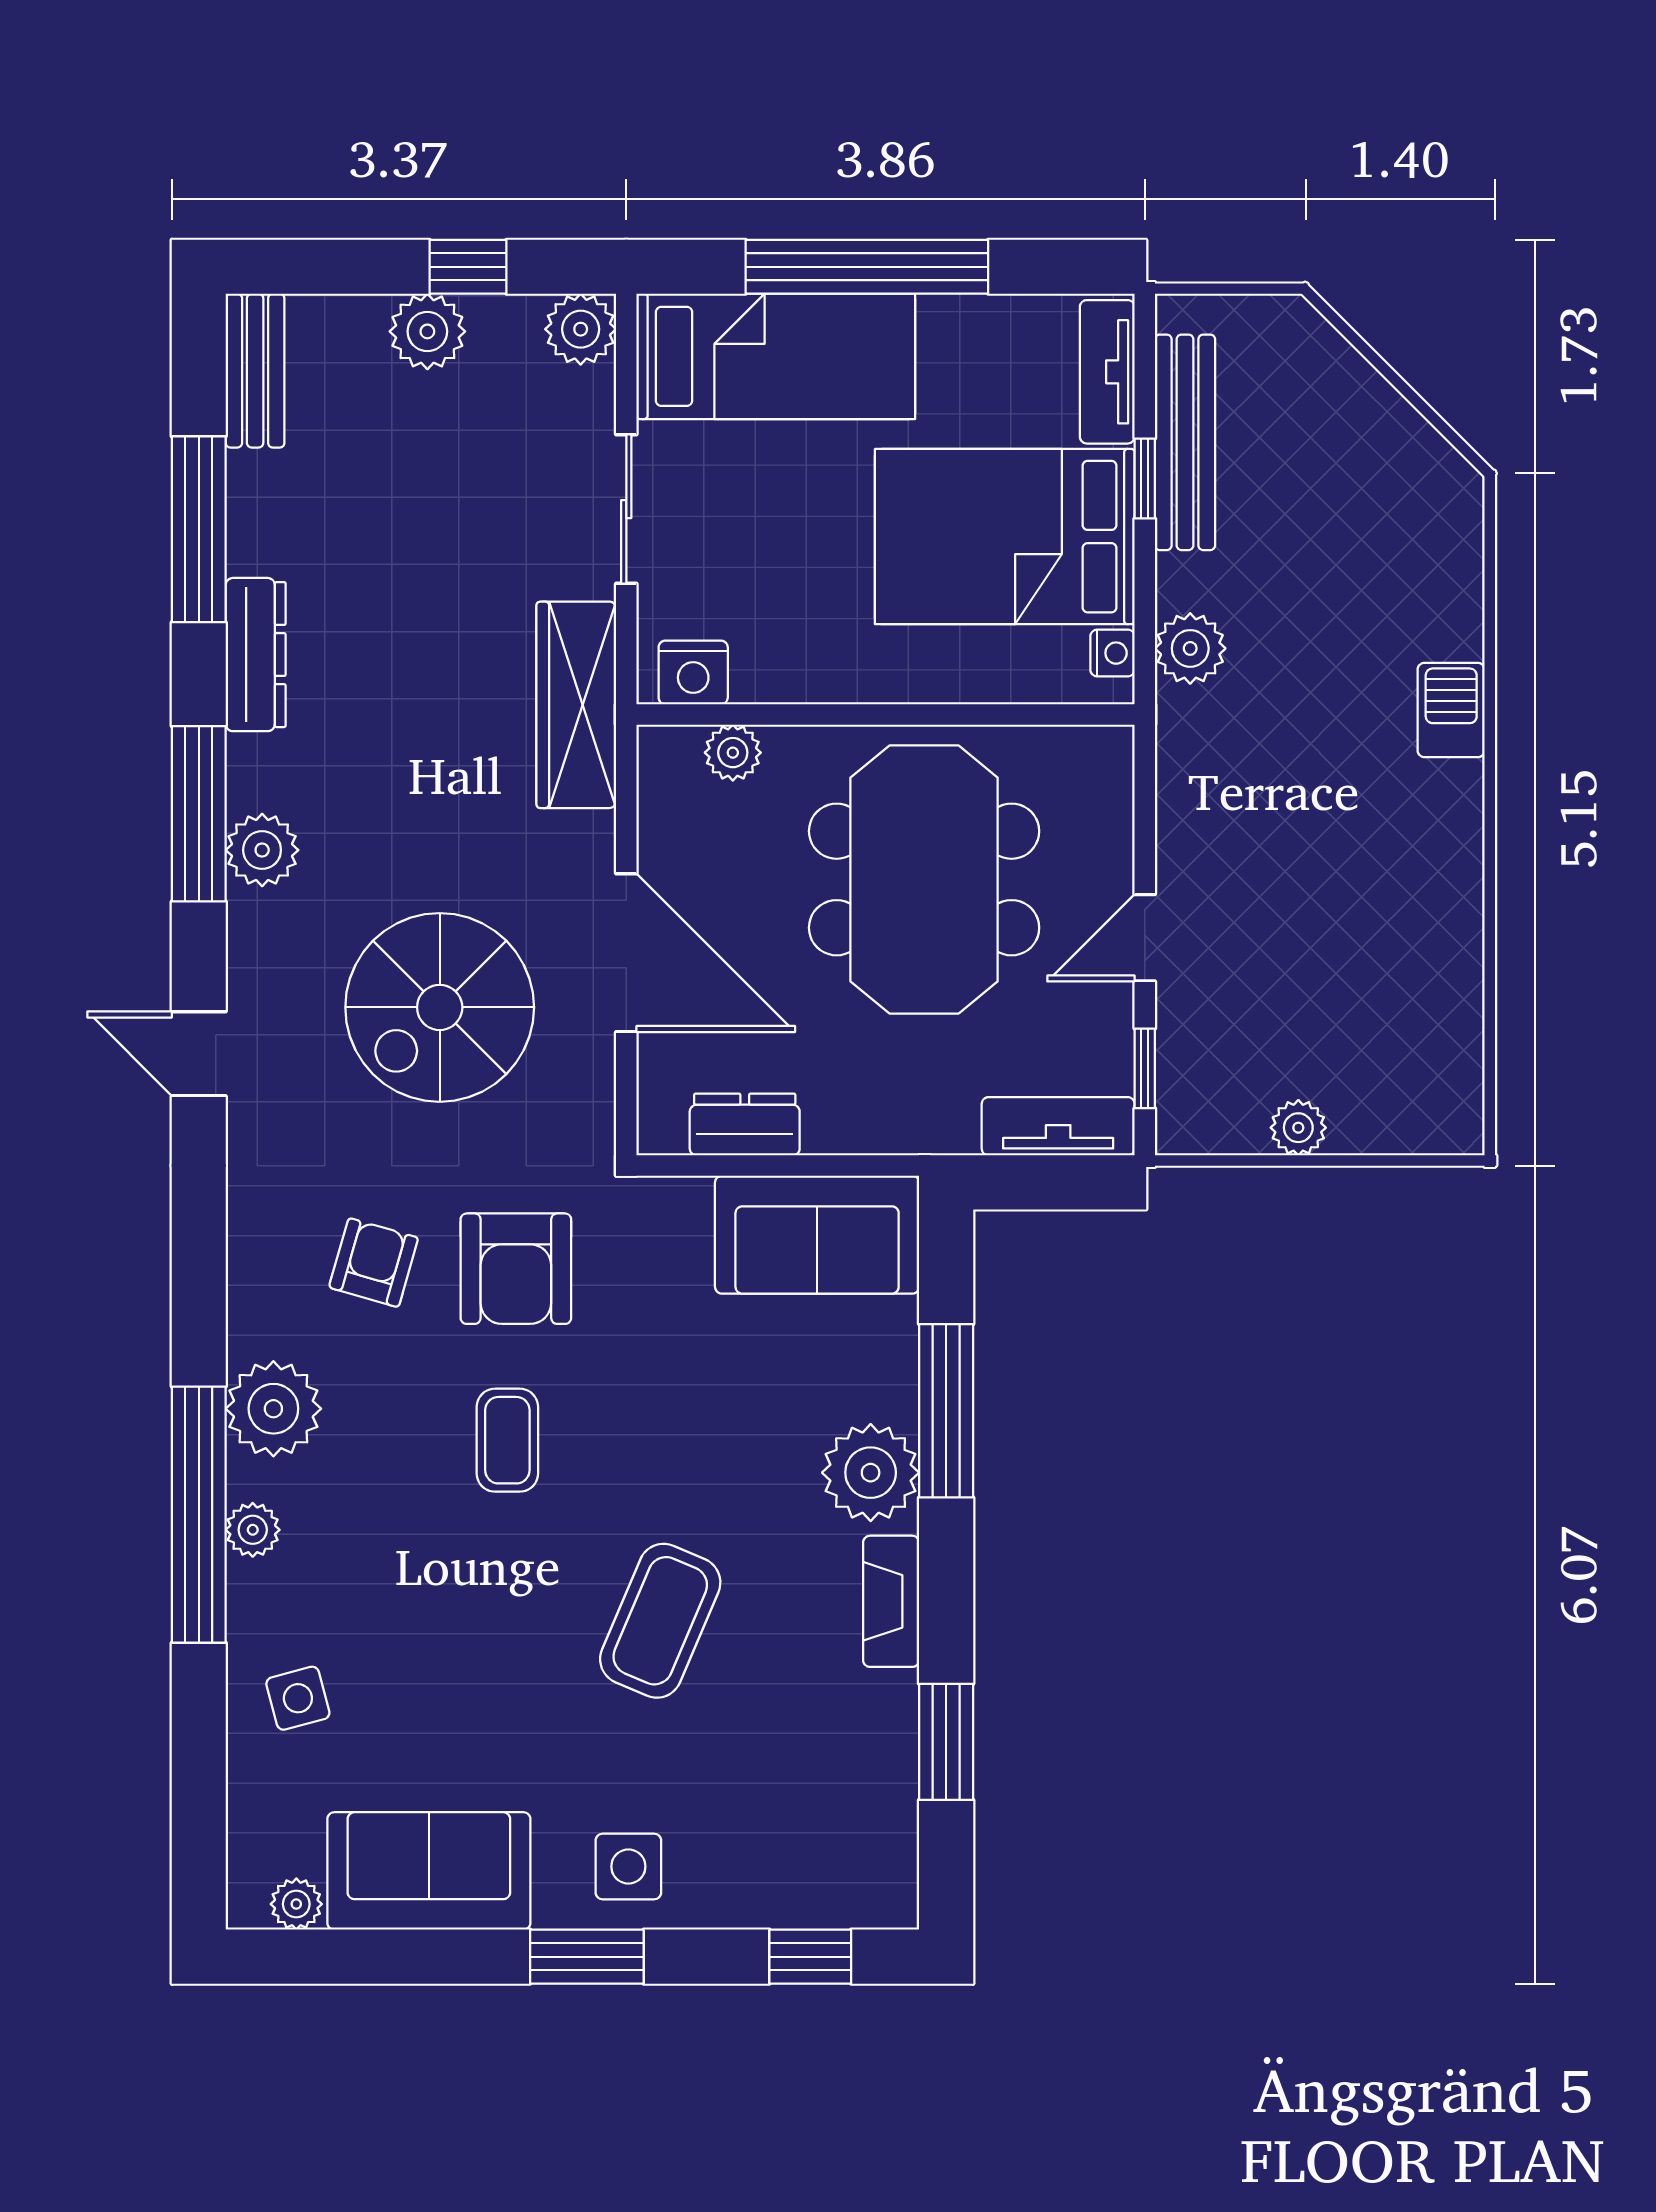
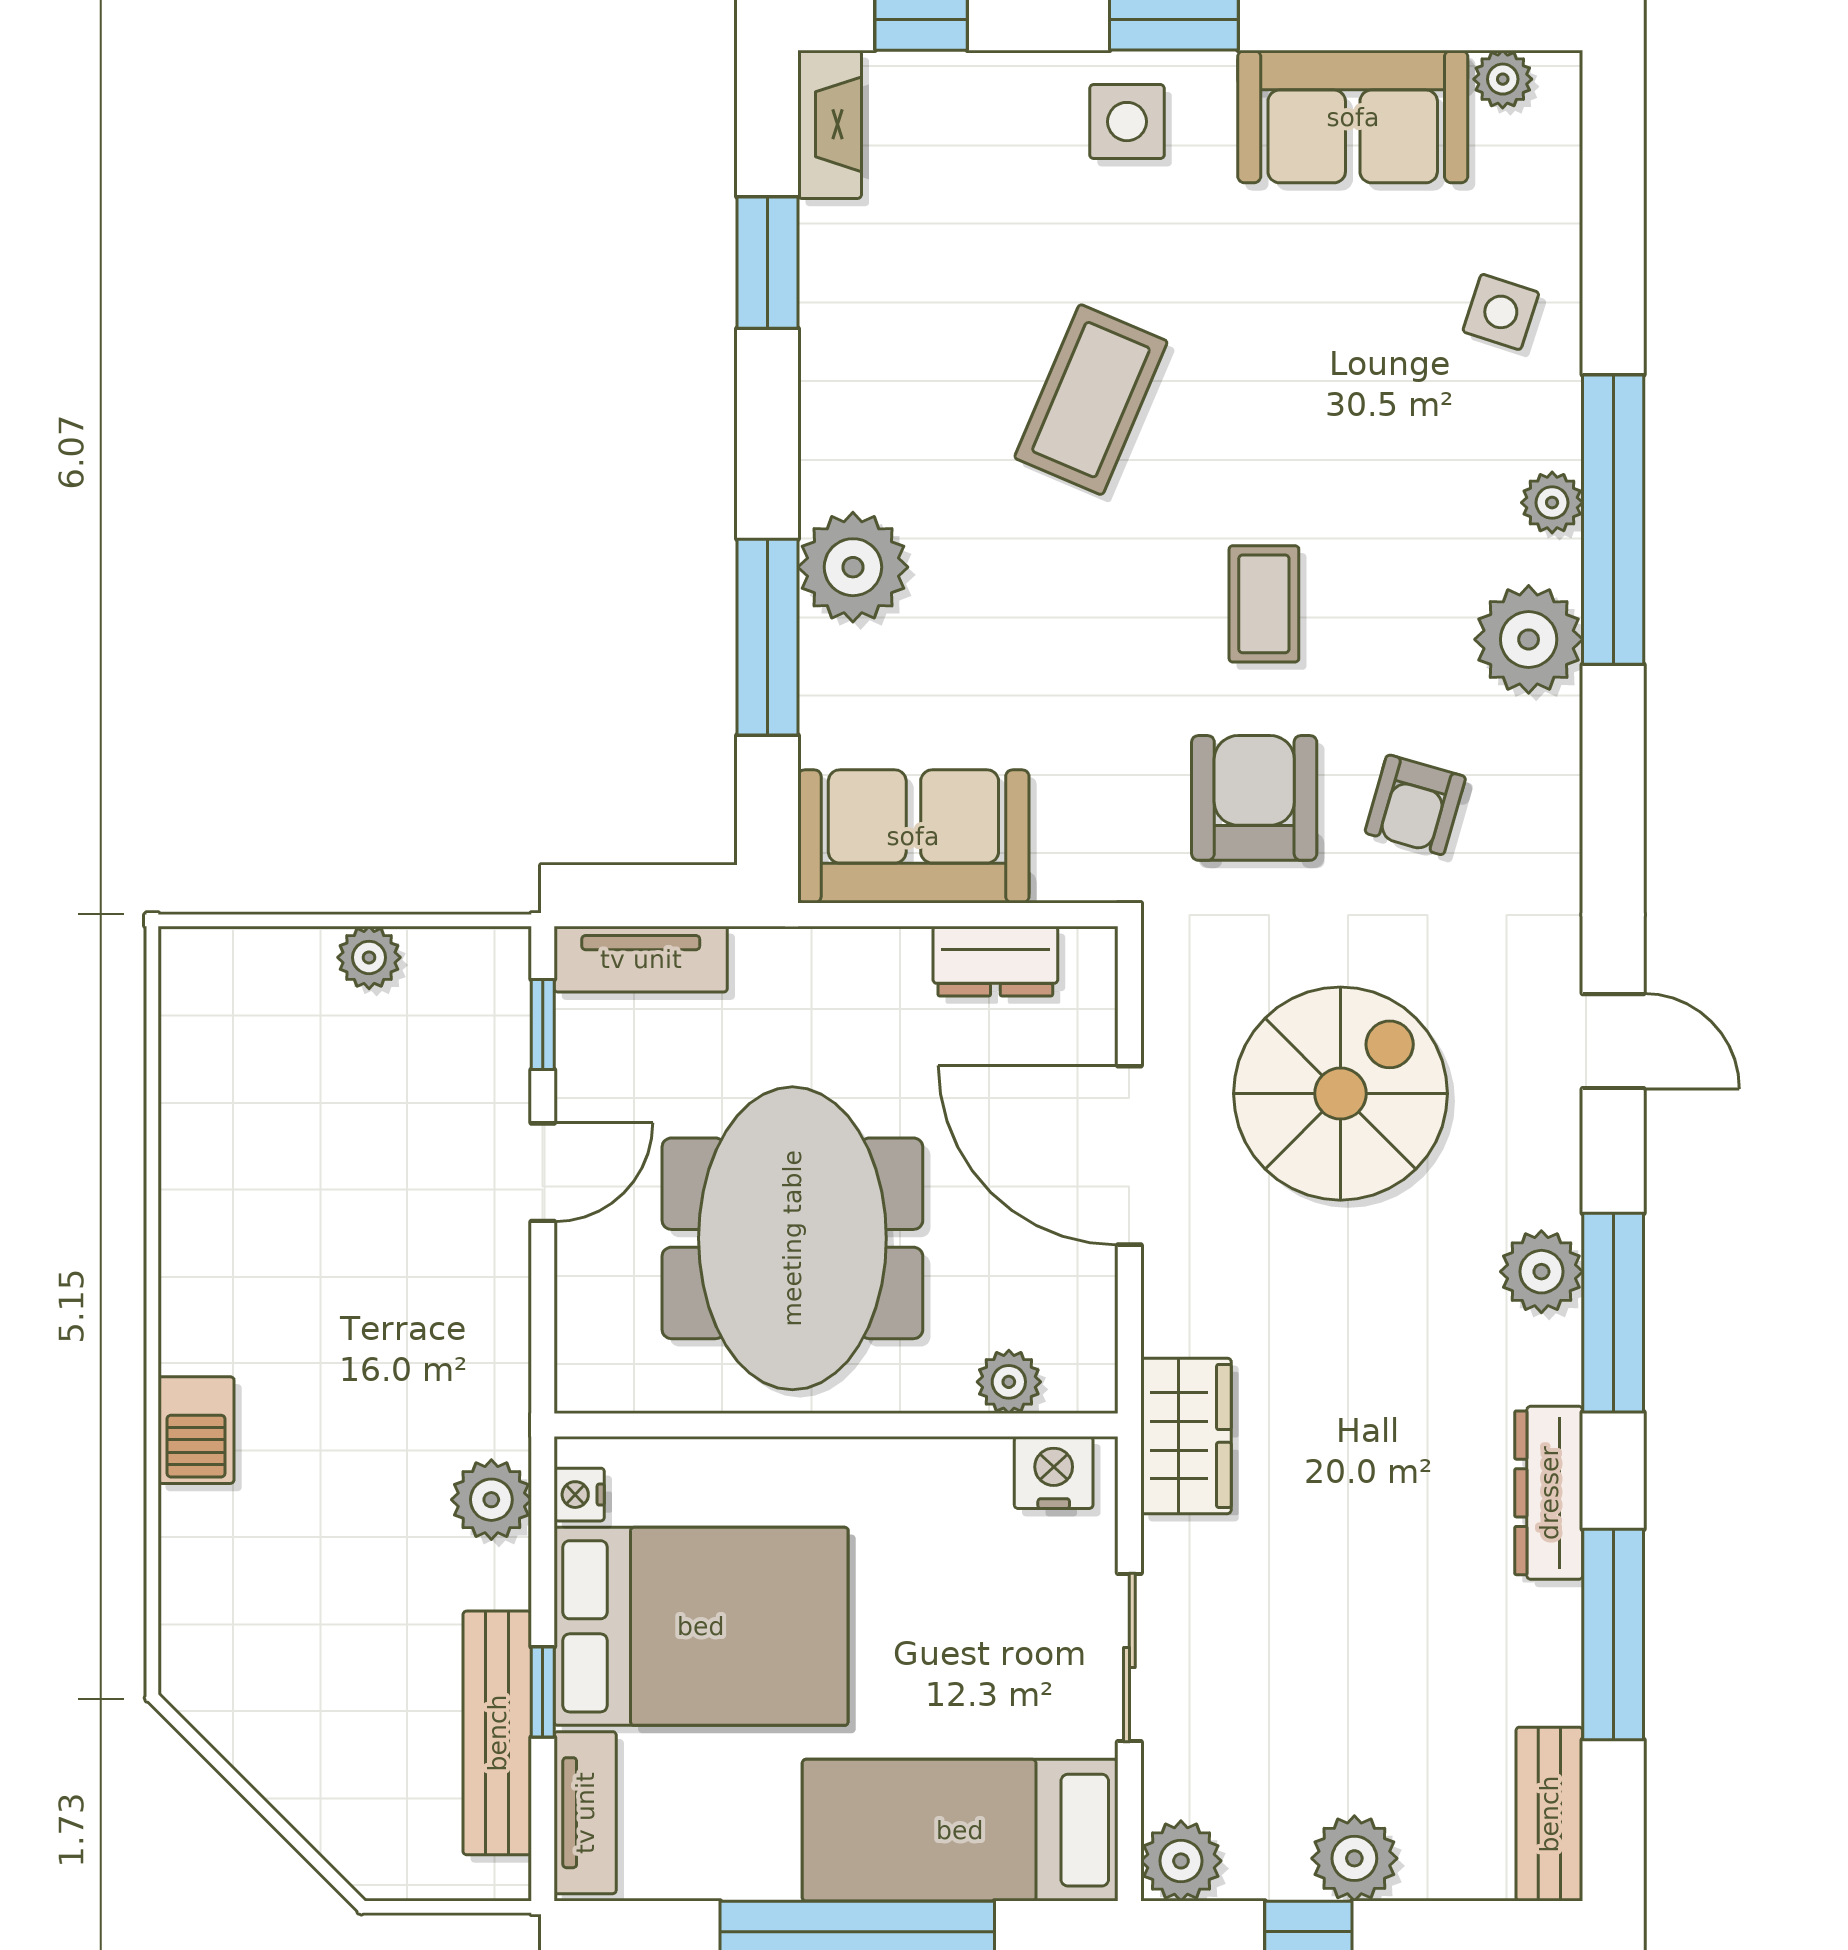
wardrobe: (576, 705) -> (1186, 1436), width x0.67
fireplace: (891, 1601) -> (830, 124), moved
side table: (298, 1698) -> (1501, 312), turned 33

